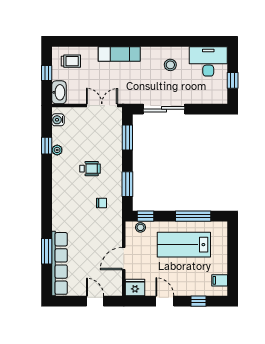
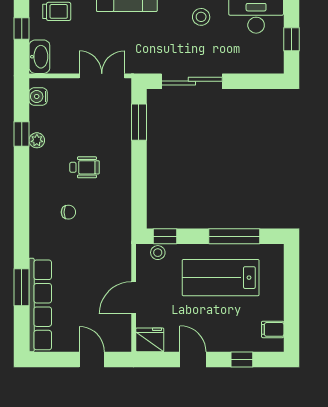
window: (127, 184) -> (139, 190), removed
chair: (102, 203) -> (68, 212), moved

